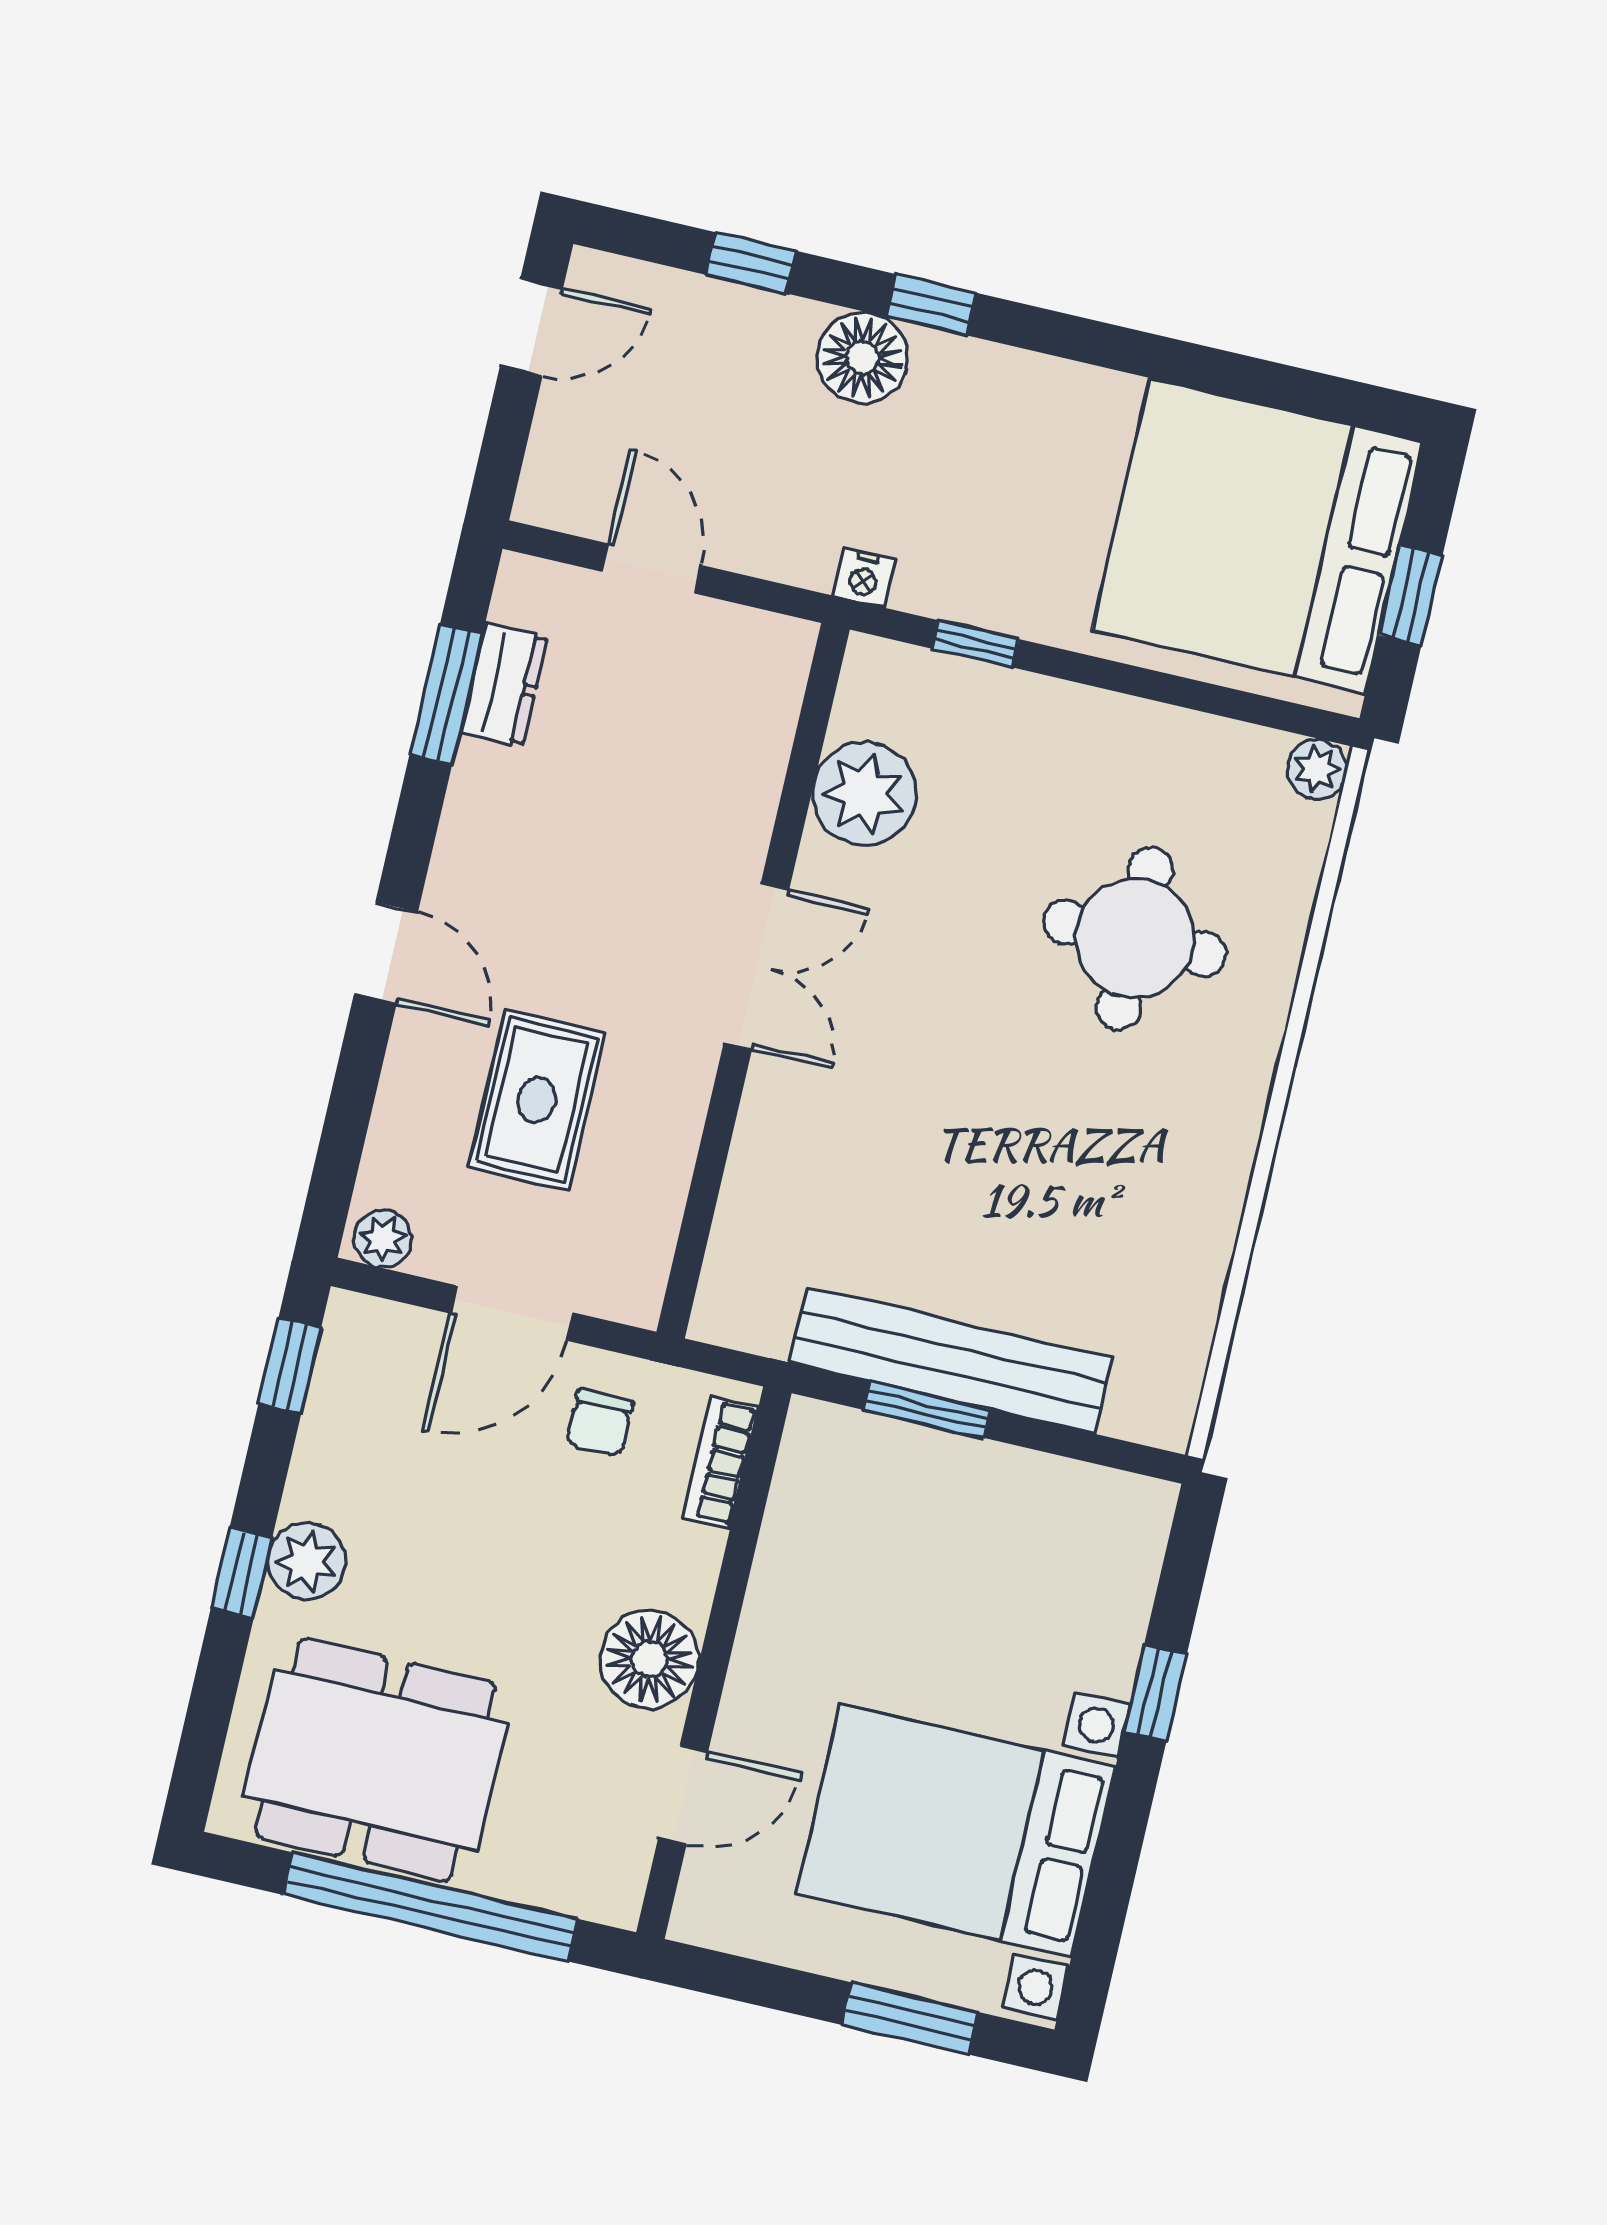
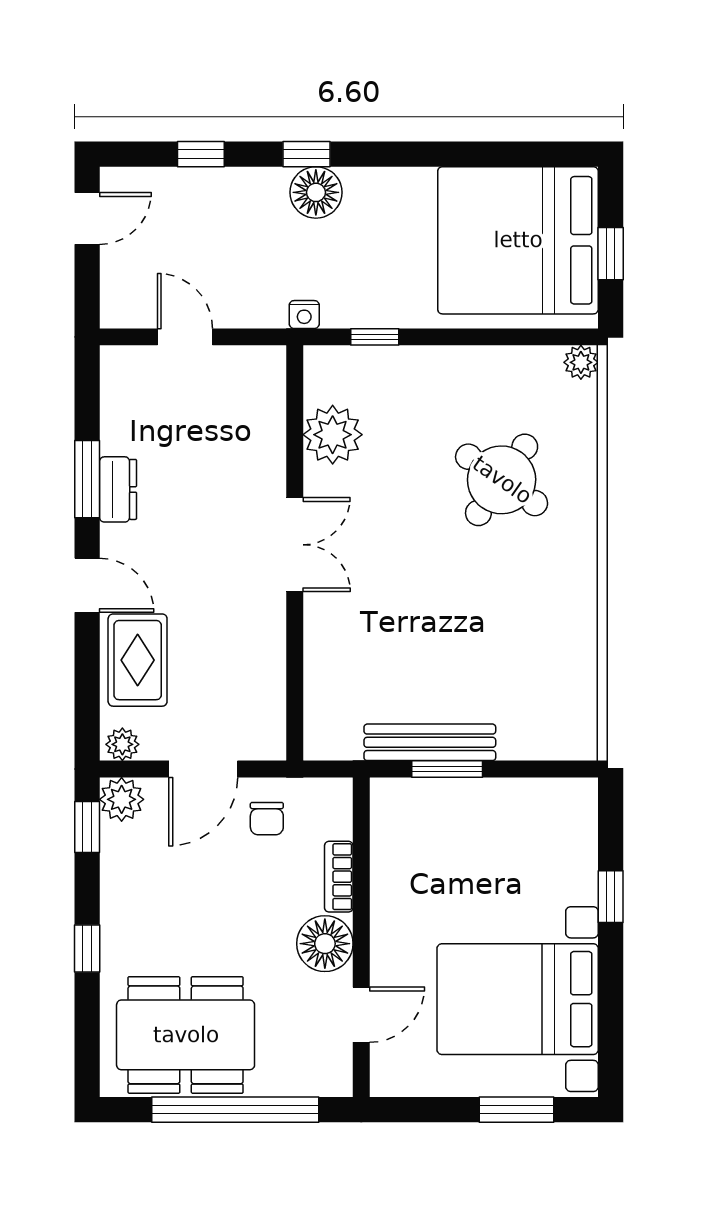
floor lamp: (862, 358) -> (316, 192), moved
dresser: (504, 685) -> (118, 489), moved
window: (446, 695) -> (87, 479), moved
round table: (1135, 938) -> (502, 480), turned 35
rug: (537, 1100) -> (138, 660), moved
bench: (951, 1360) -> (430, 742), width x0.73, depth x0.82
bookcase: (720, 1462) -> (339, 877), moved
plant: (306, 1561) -> (122, 799), moved

